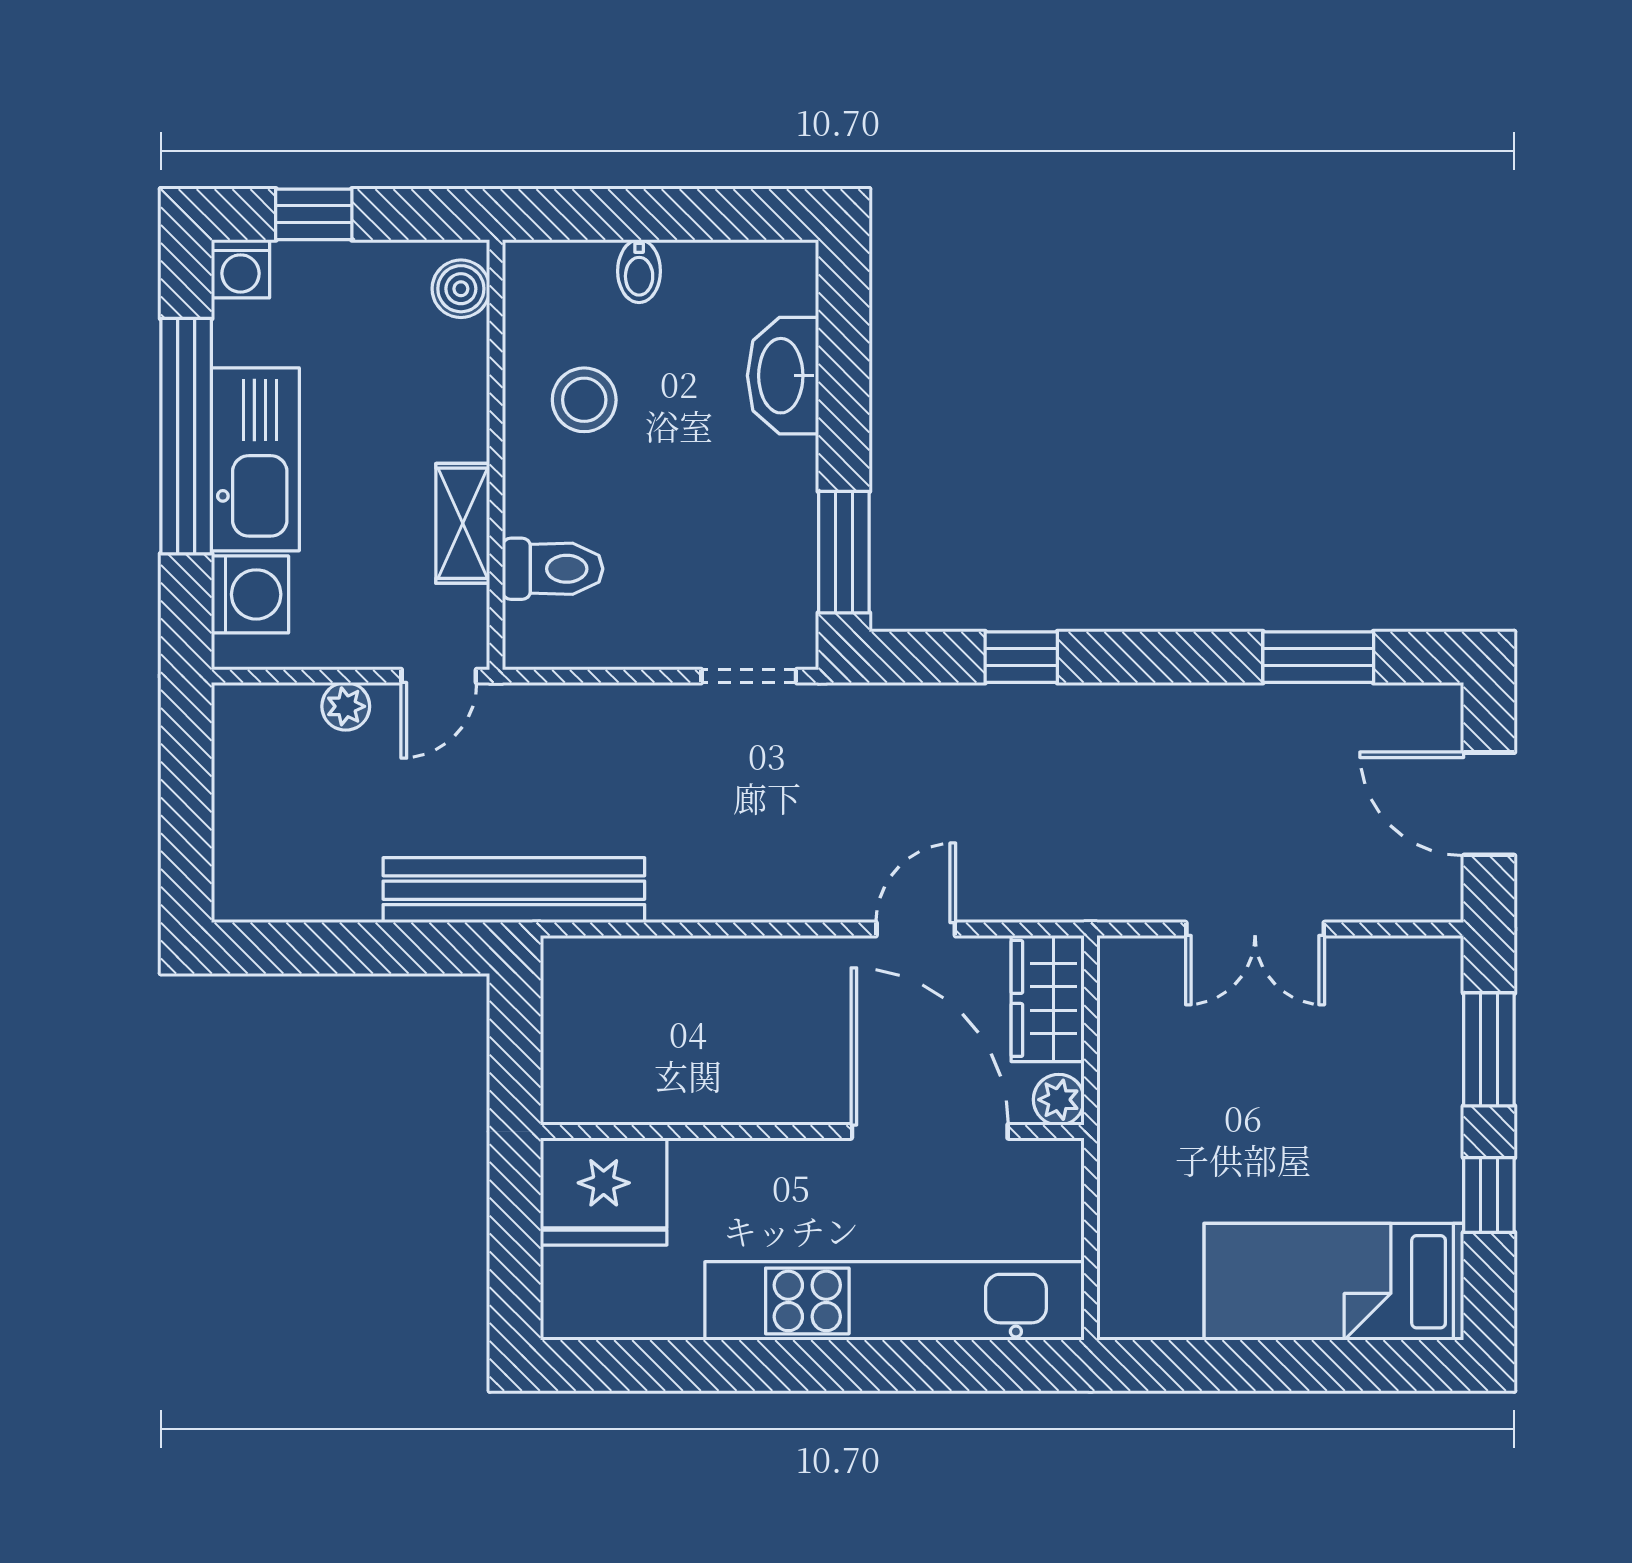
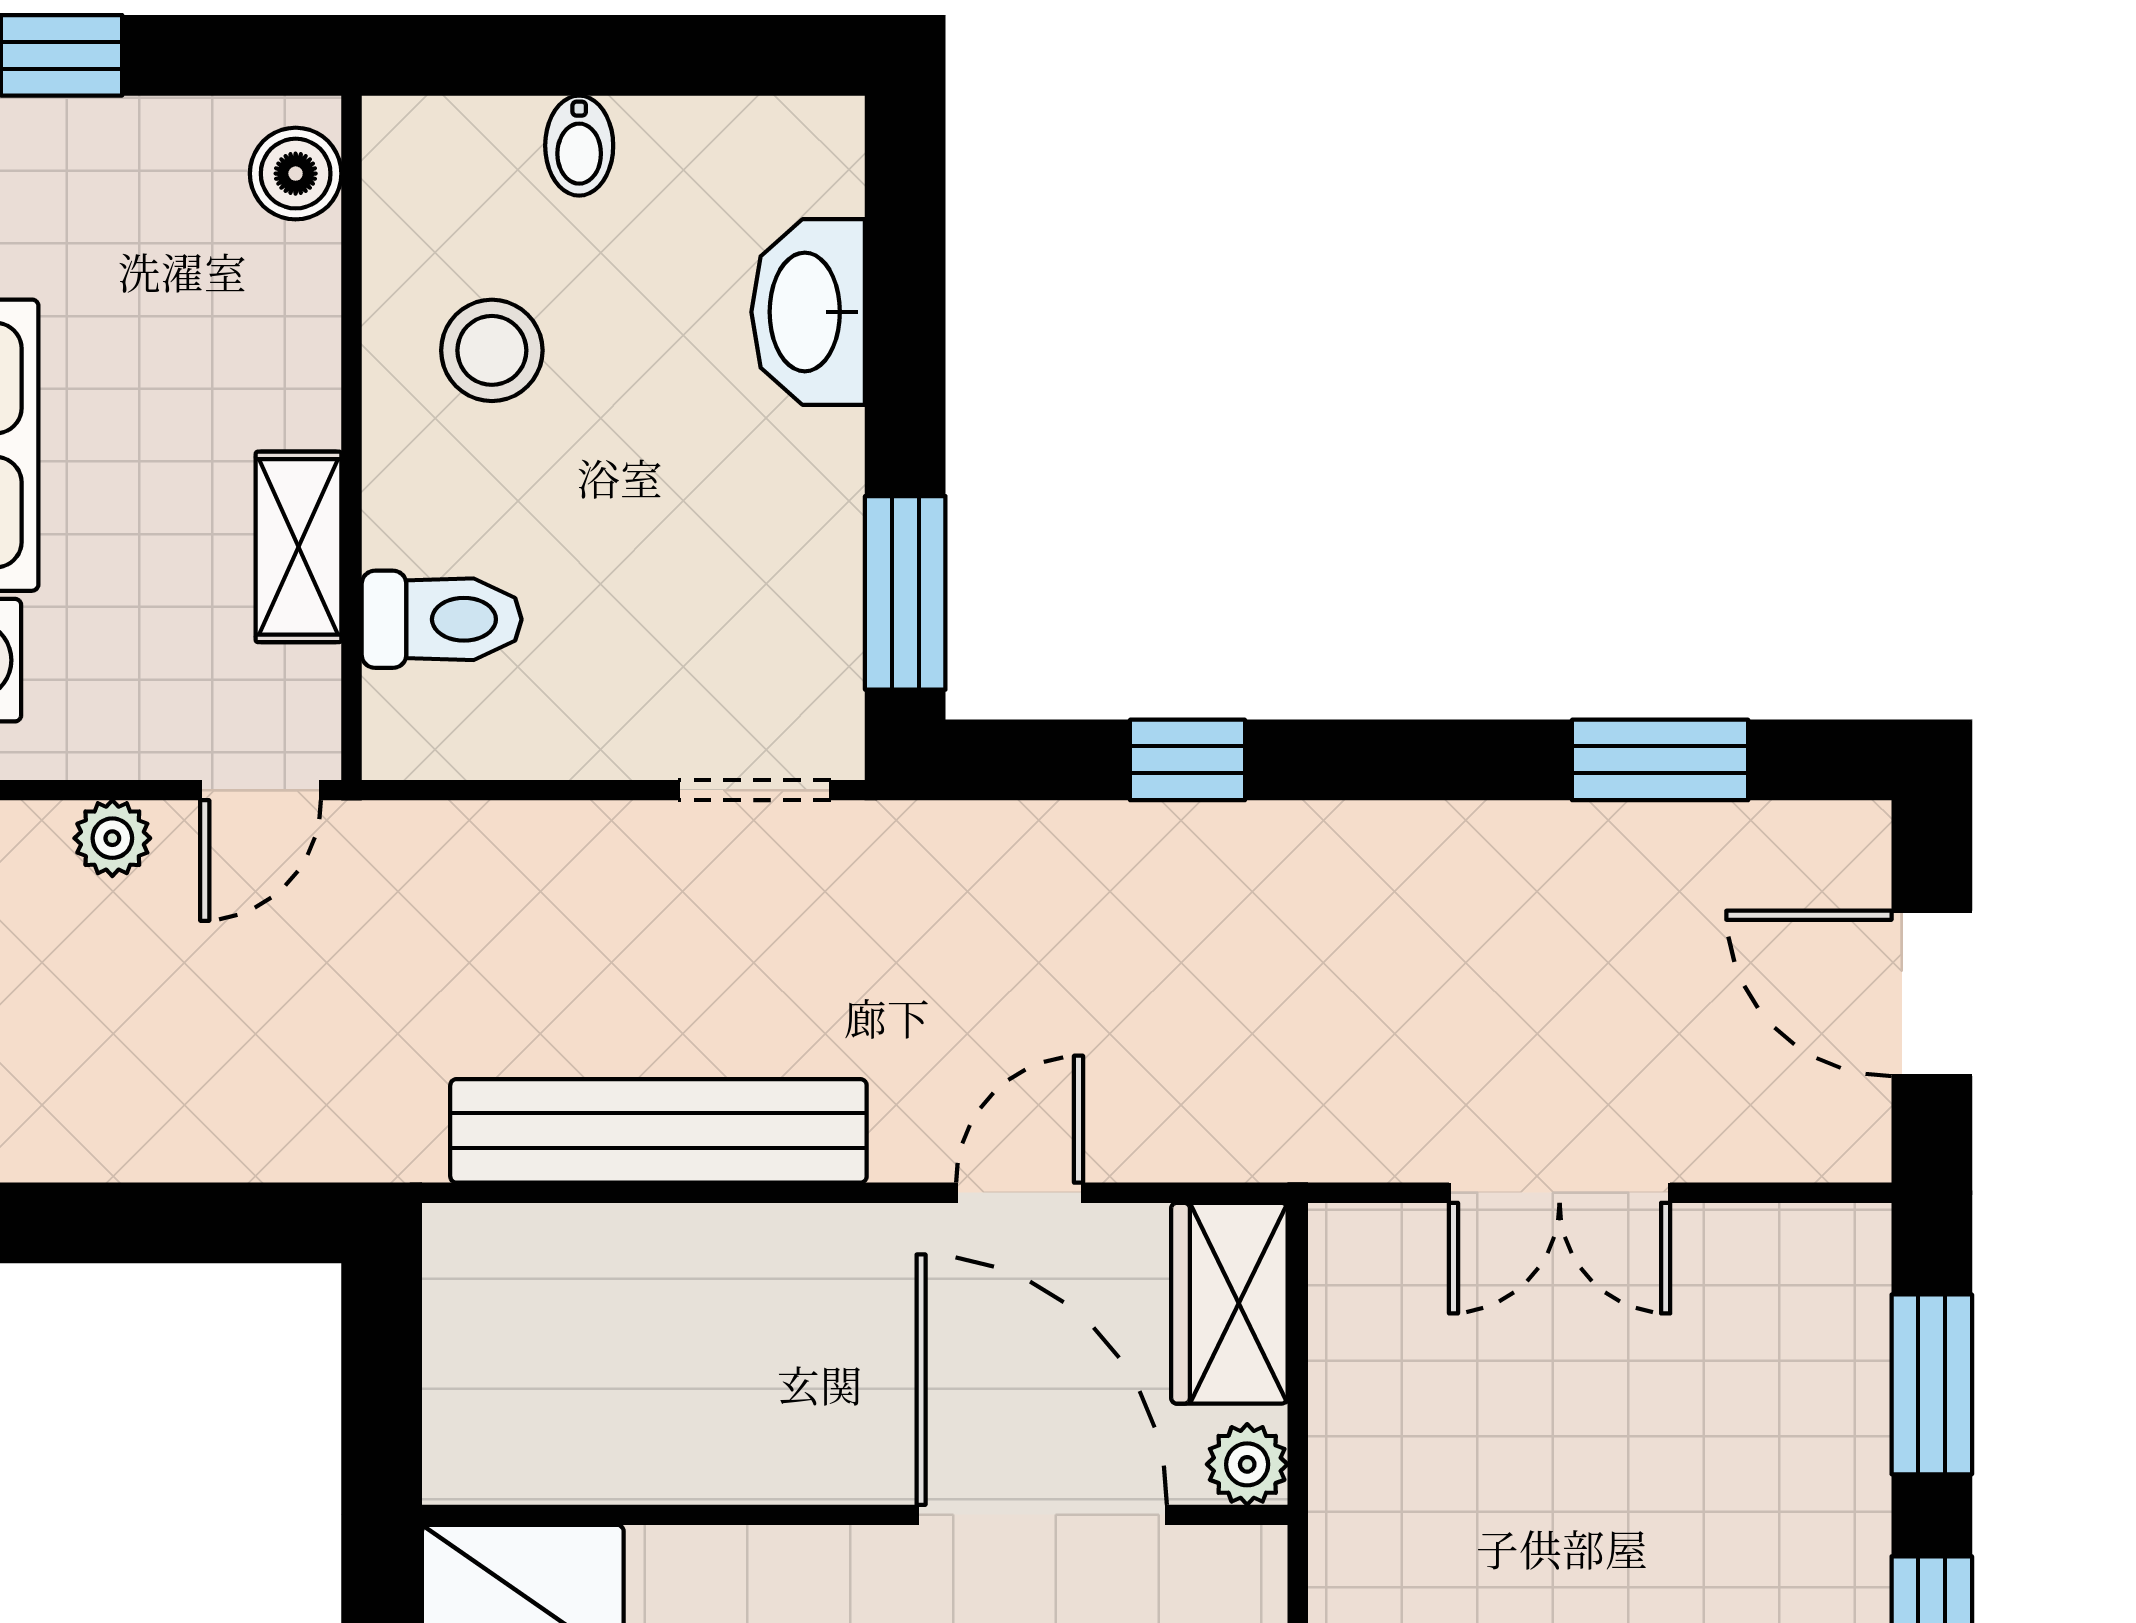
bench: (514, 890) -> (658, 1131), moved

